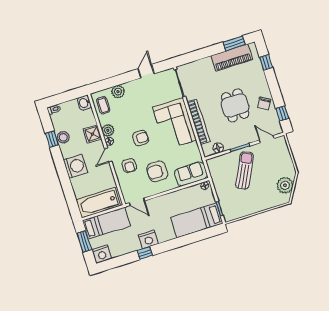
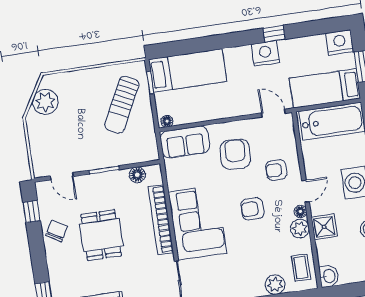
armchair: (129, 166) -> (276, 170), turned -90
sun lounger: (244, 170) -> (122, 105), moved
armchair: (157, 171) -> (235, 154), turned -87

